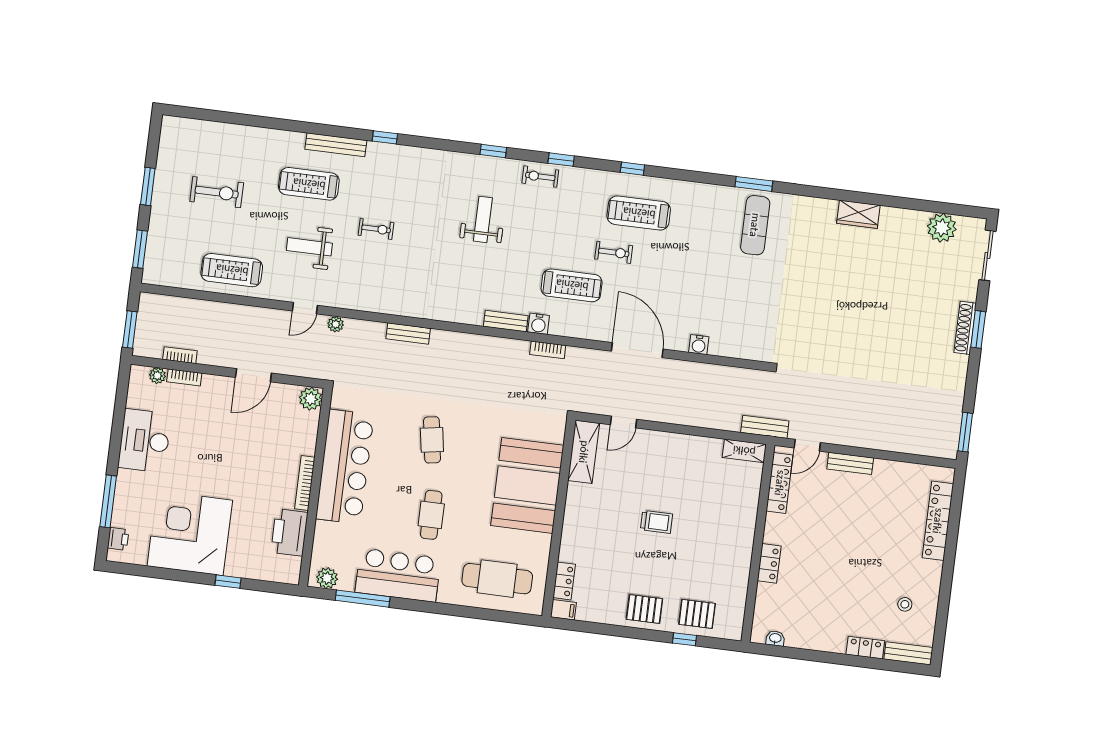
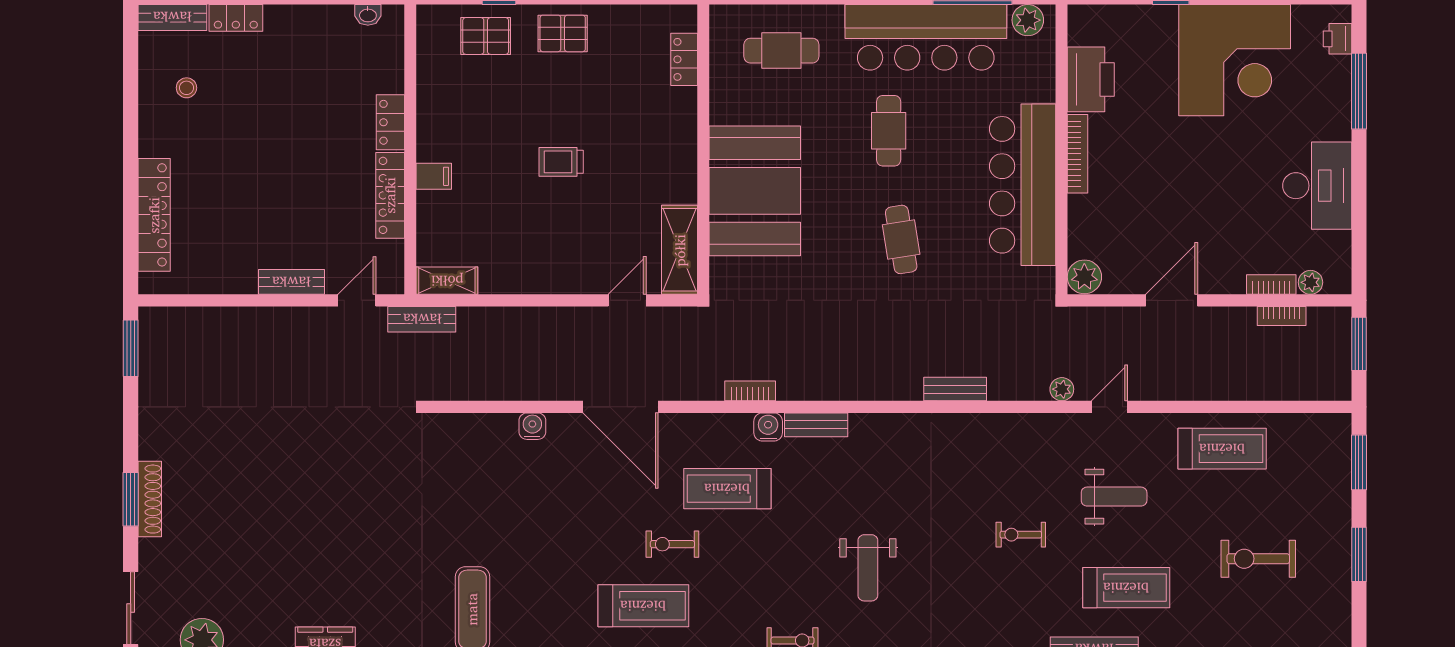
locker: (780, 483) -> (390, 195), moved
bar counter: (398, 575) -> (926, 37), width x1.36
cafe table: (497, 579) -> (781, 51), width x0.73, depth x0.74
filing cabinet: (563, 610) -> (434, 176), moved, turned 180

